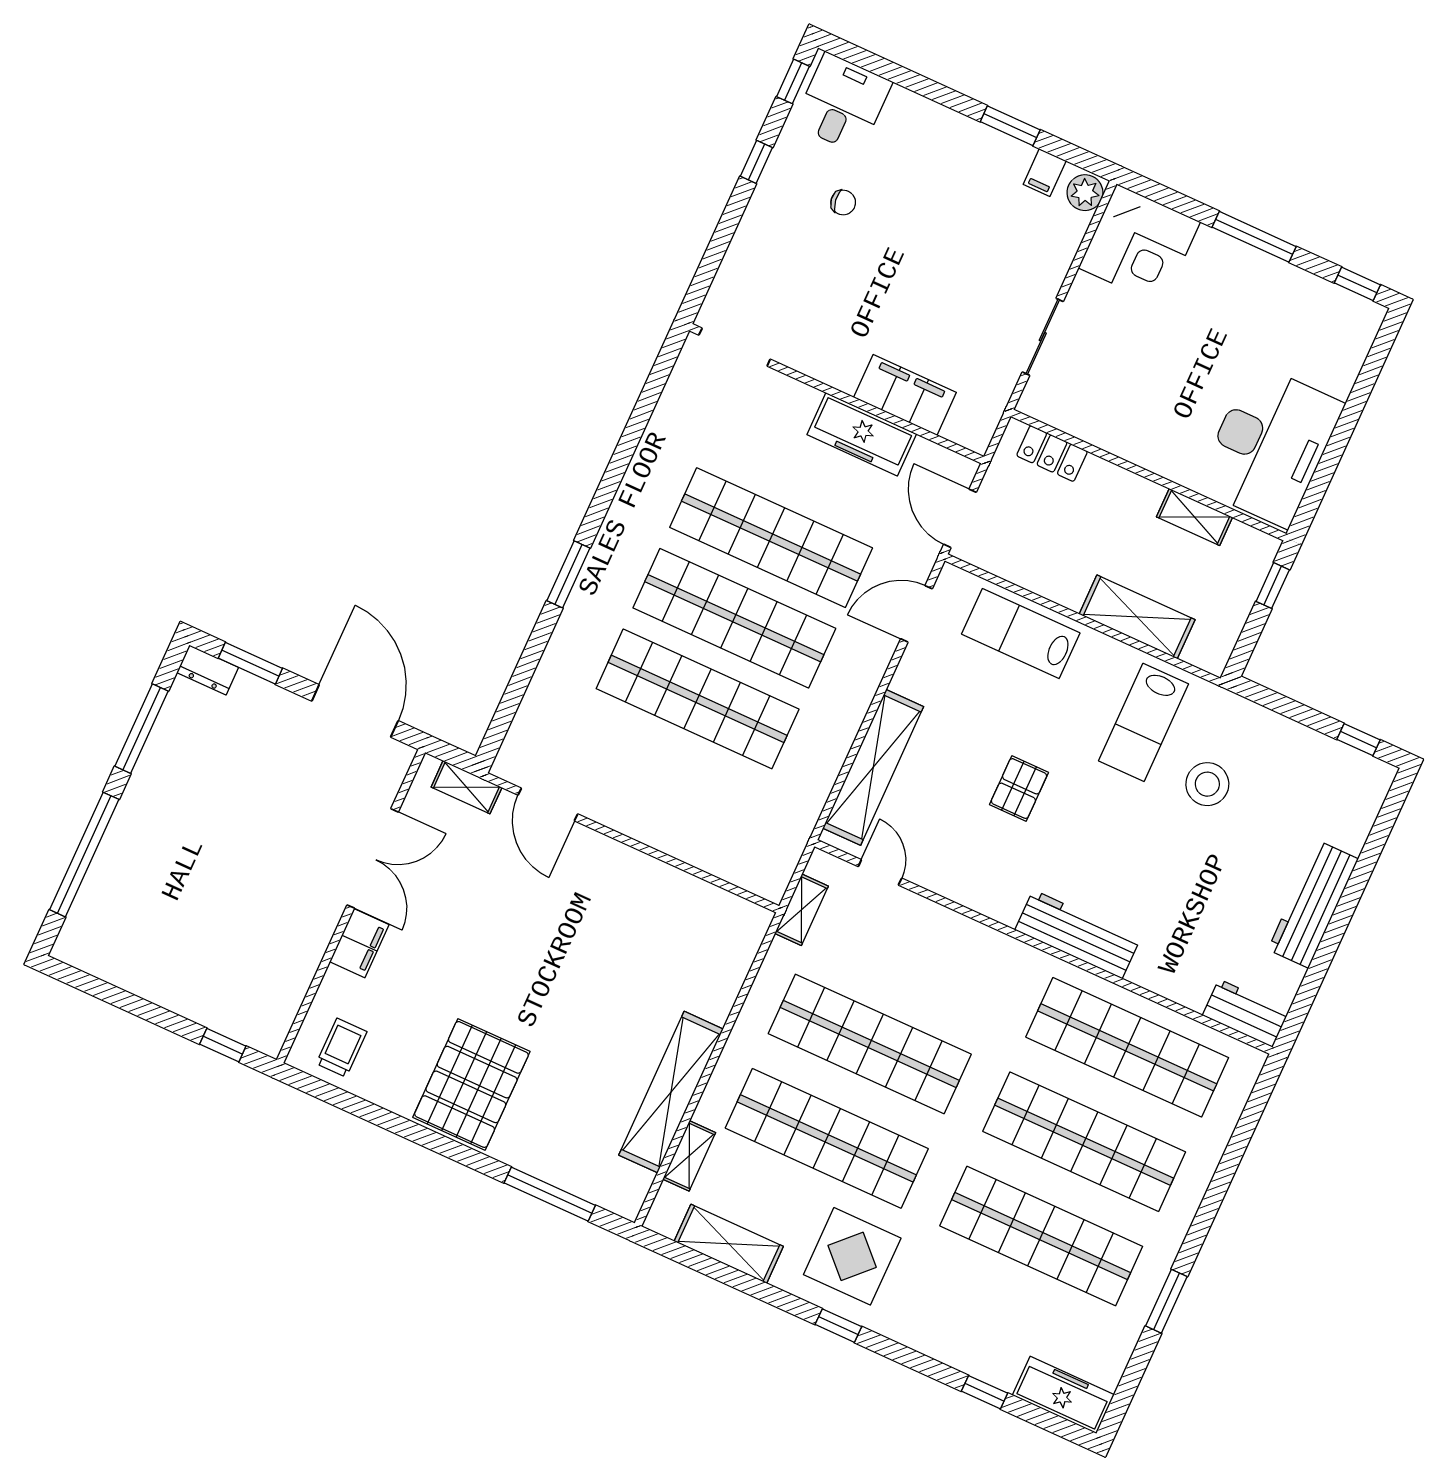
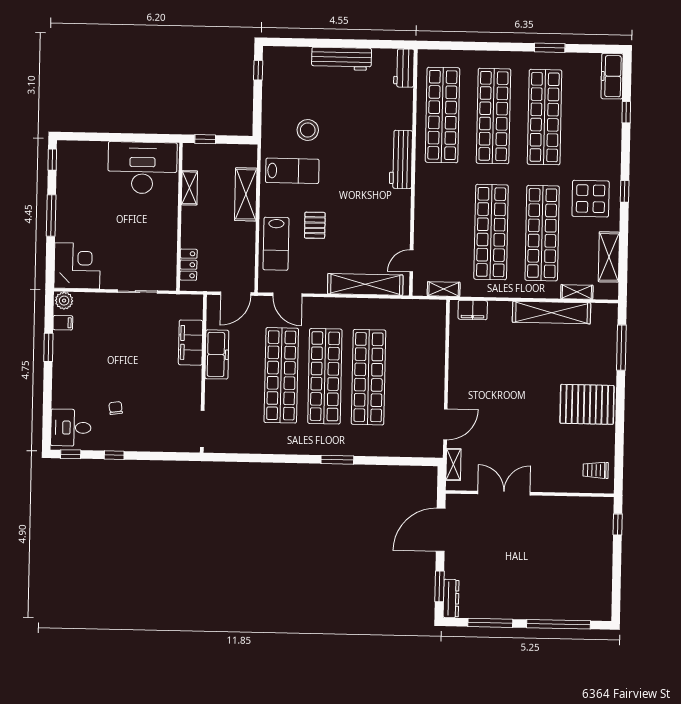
dresser: (208, 670) -> (451, 599), width x1.44
pallet: (1019, 789) -> (315, 225), moved, turned 90
filing cabinet: (359, 943) -> (473, 310), moved, turned 180

